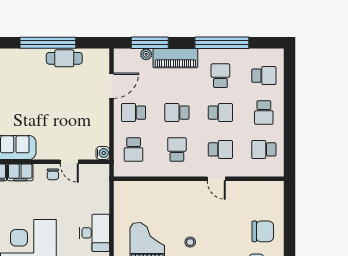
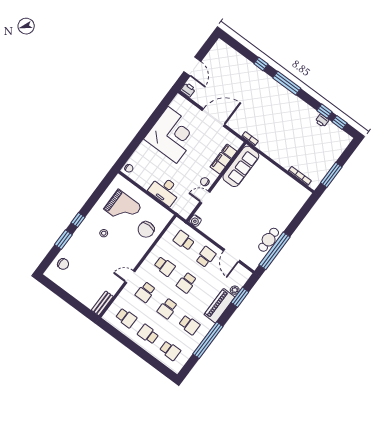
window: (48, 43) -> (275, 251), moved
window: (150, 43) -> (240, 297), width x0.69
school desk: (264, 76) -> (170, 351), turned -90
school desk: (177, 113) -> (187, 283), turned 180
school desk: (264, 149) -> (126, 318), turned 90
bench: (267, 187) -> (102, 303), added
chair: (263, 231) -> (146, 229), moved
desk: (95, 233) -> (165, 190), moved

